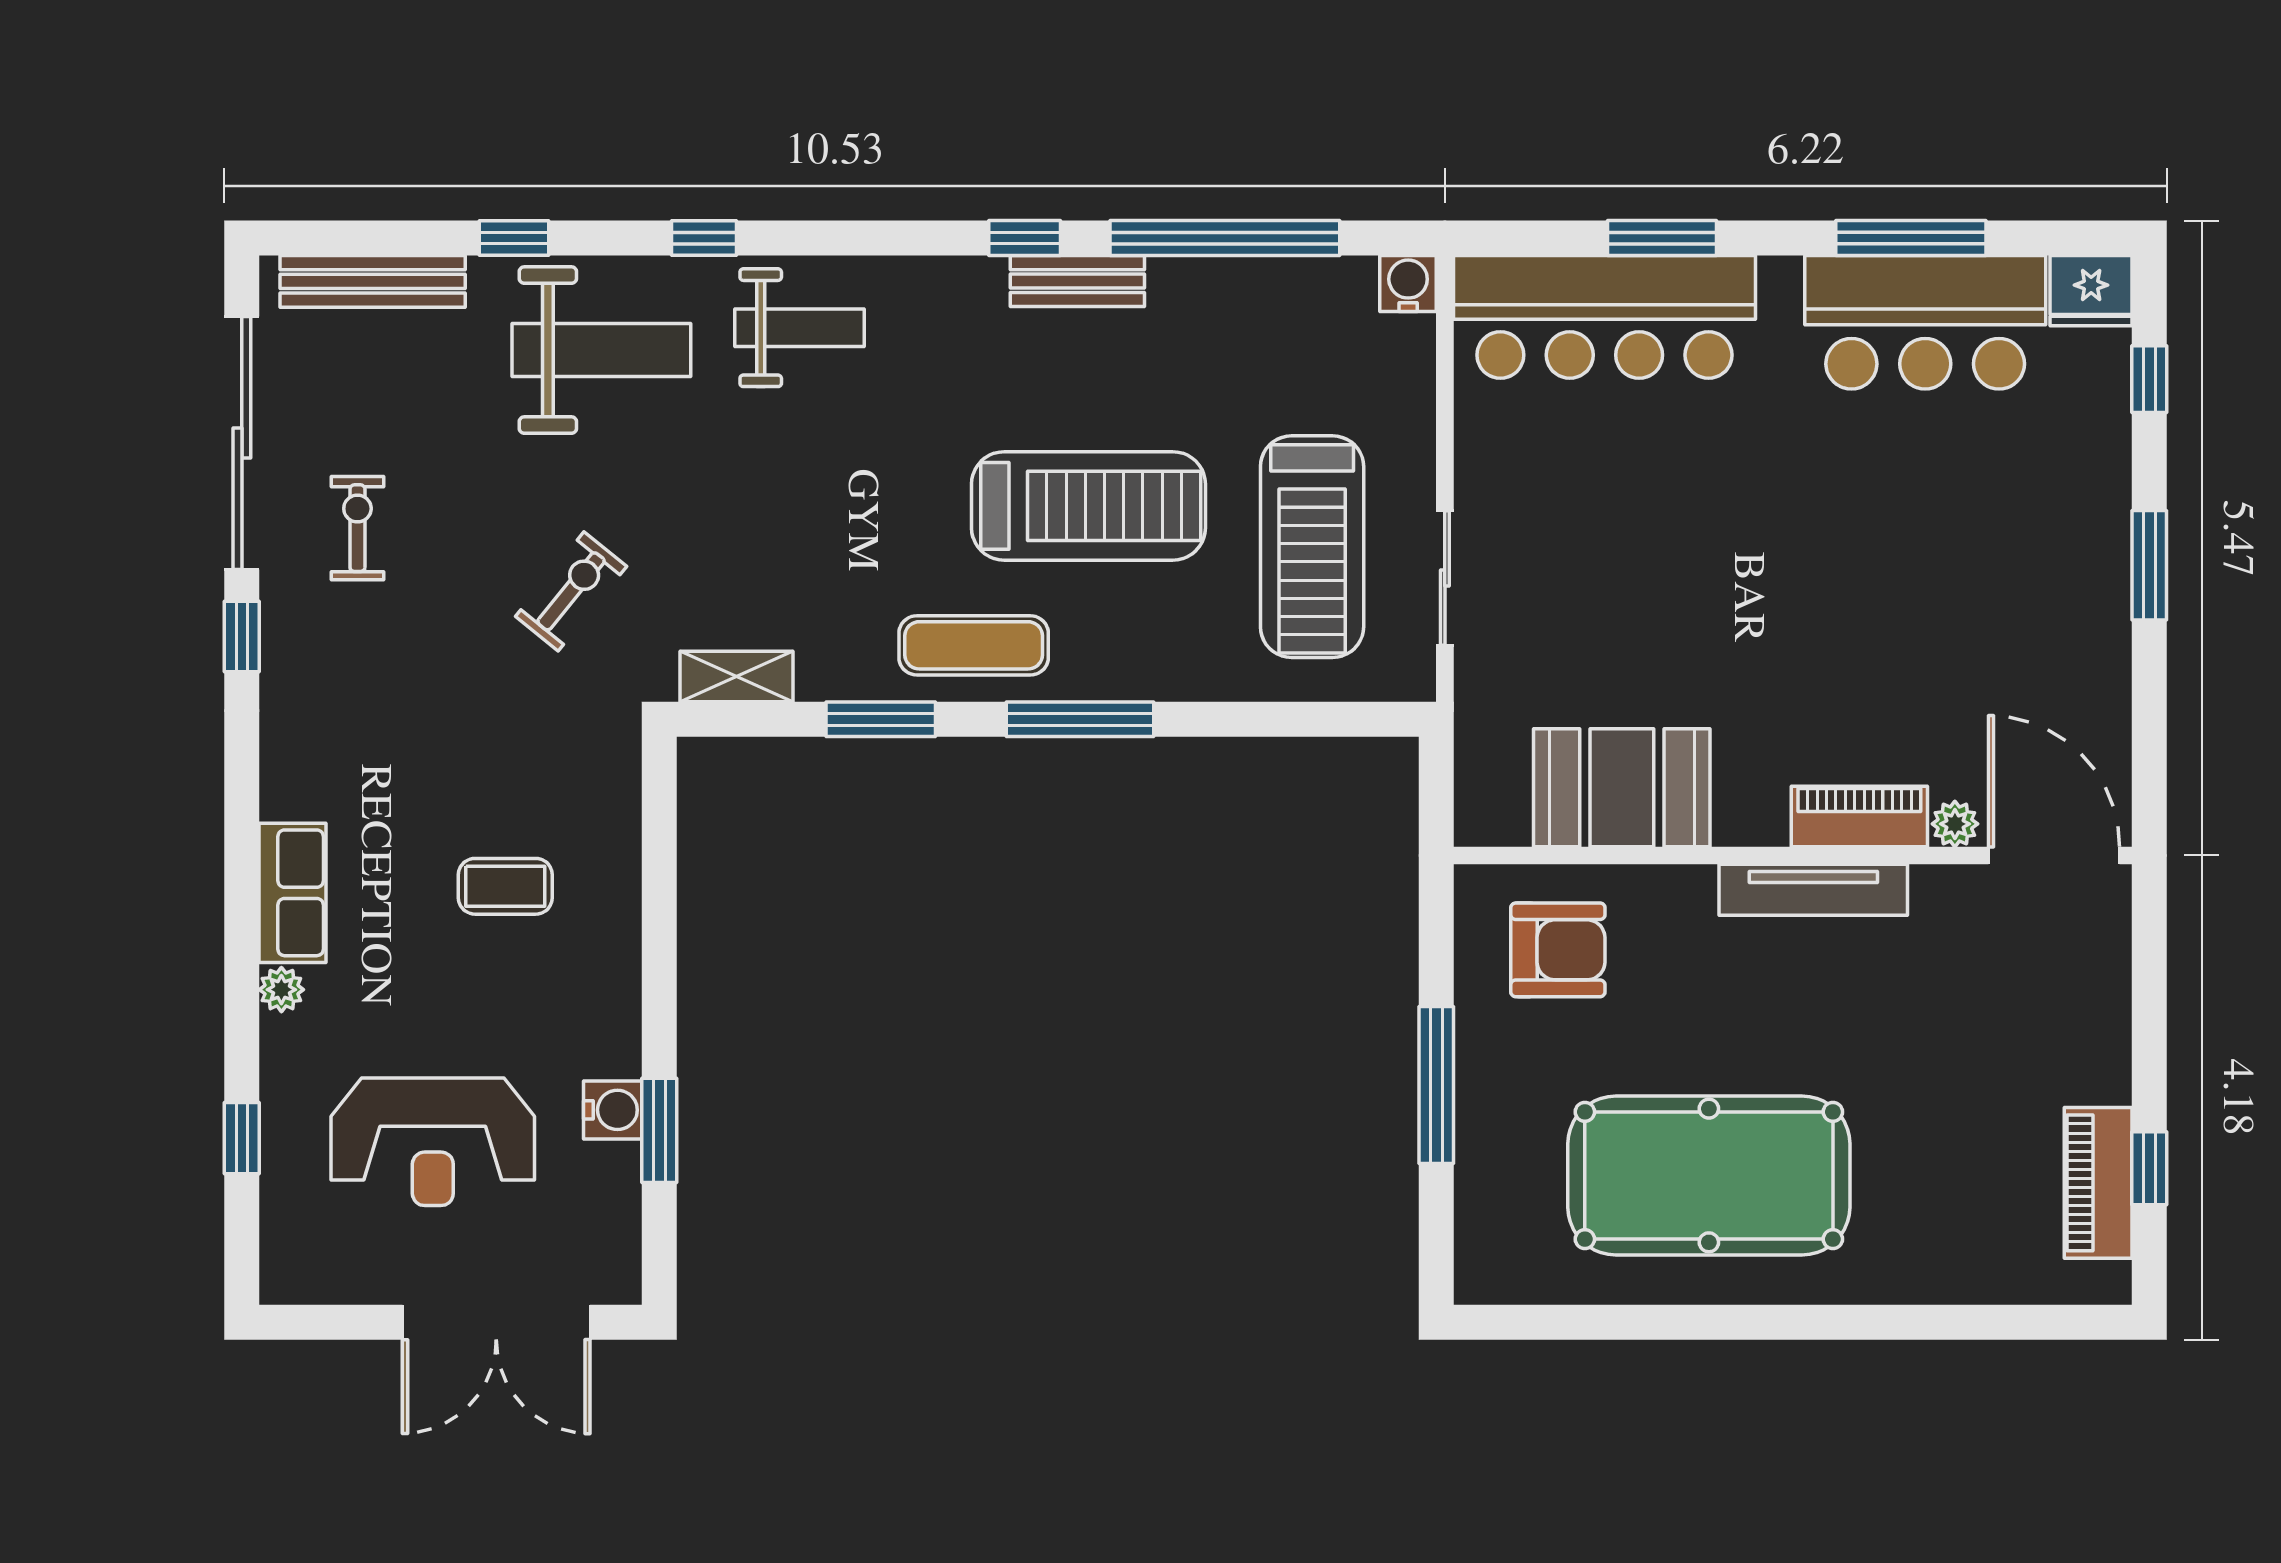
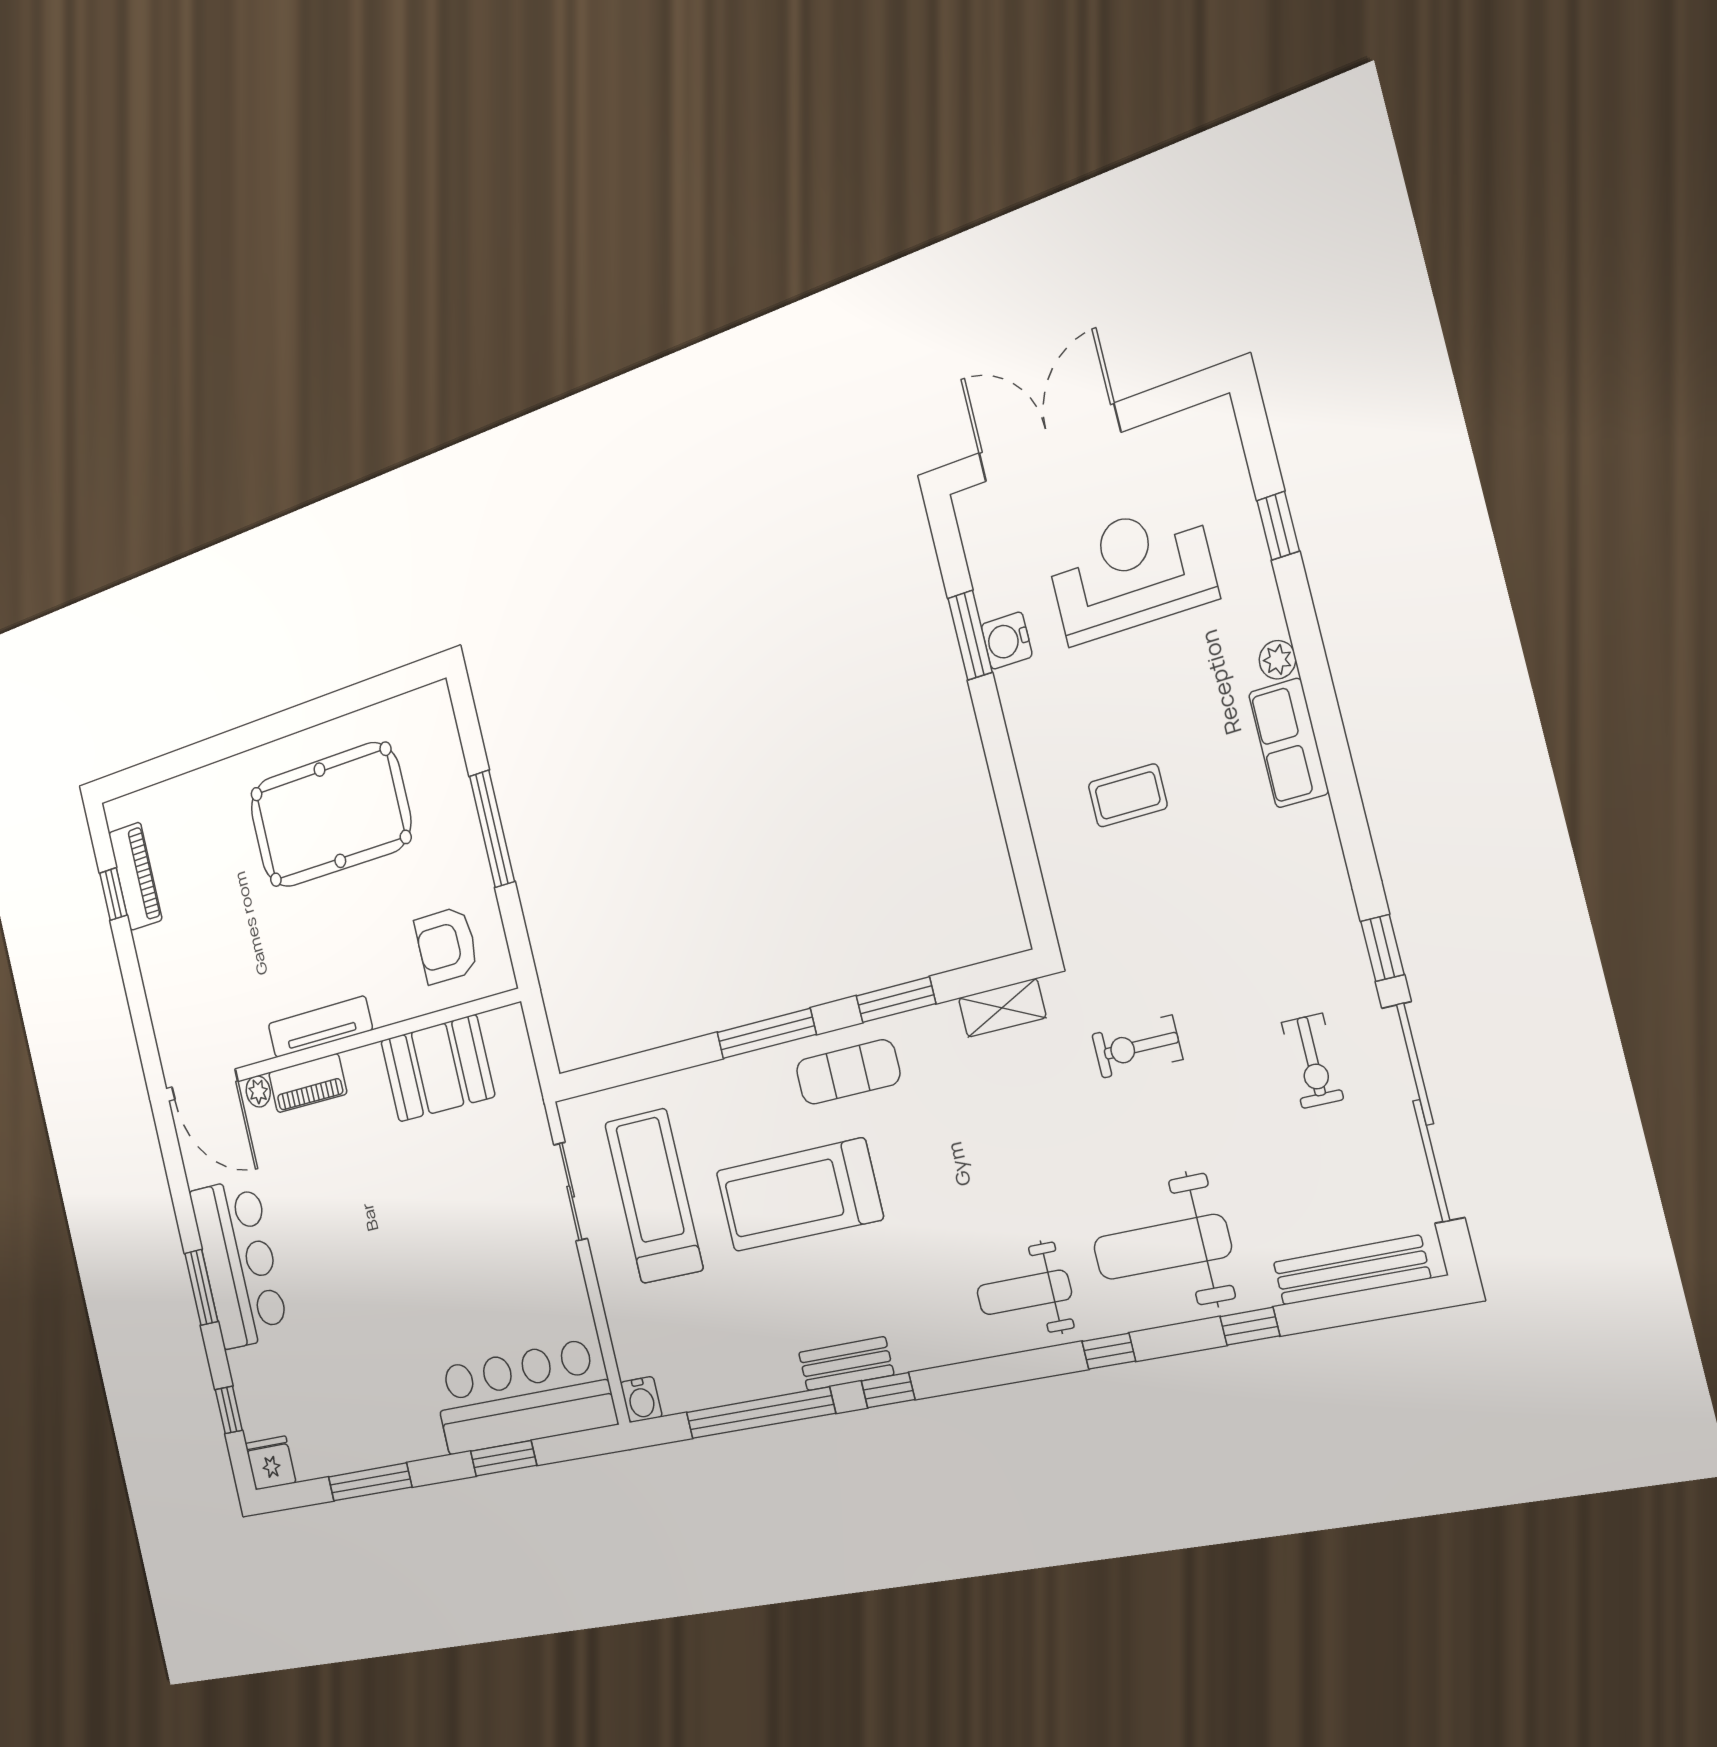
bar counter: (1925, 322) -> (239, 1263), moved, turned 90
exercise bike: (571, 591) -> (1137, 1047), turned 51

